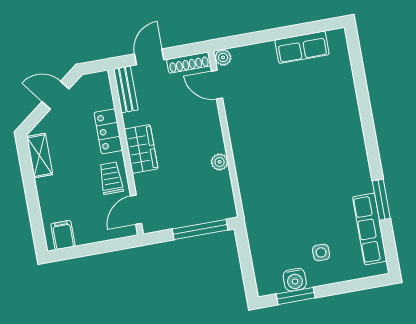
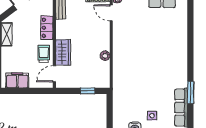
wardrobe: (141, 149) -> (63, 52), moved
window: (200, 229) -> (88, 91), width x0.46
filing cabinet: (63, 235) -> (17, 80), width x2.00

